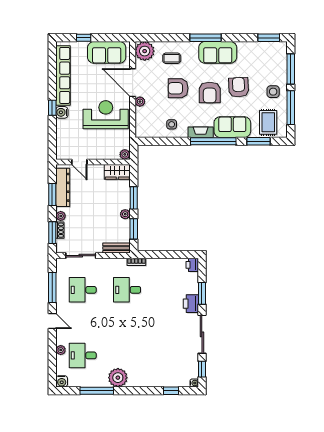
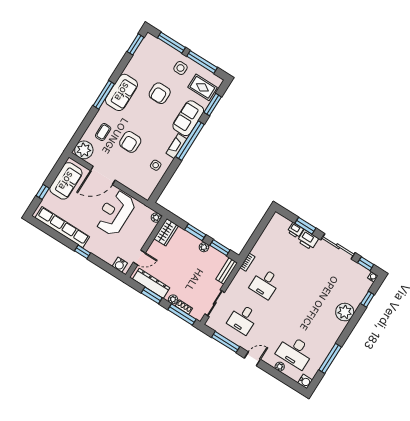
armchair: (239, 87) -> (160, 93), turned -87
armchair: (210, 93) -> (149, 119), removed
plant: (140, 102) -> (122, 179), removed
water cooler: (62, 112) -> (120, 265), moved
window: (52, 233) -> (182, 314), width x1.44
printer: (192, 265) -> (295, 230), moved
desk: (83, 355) -> (295, 352), width x1.37
plant: (118, 378) -> (345, 312), moved

